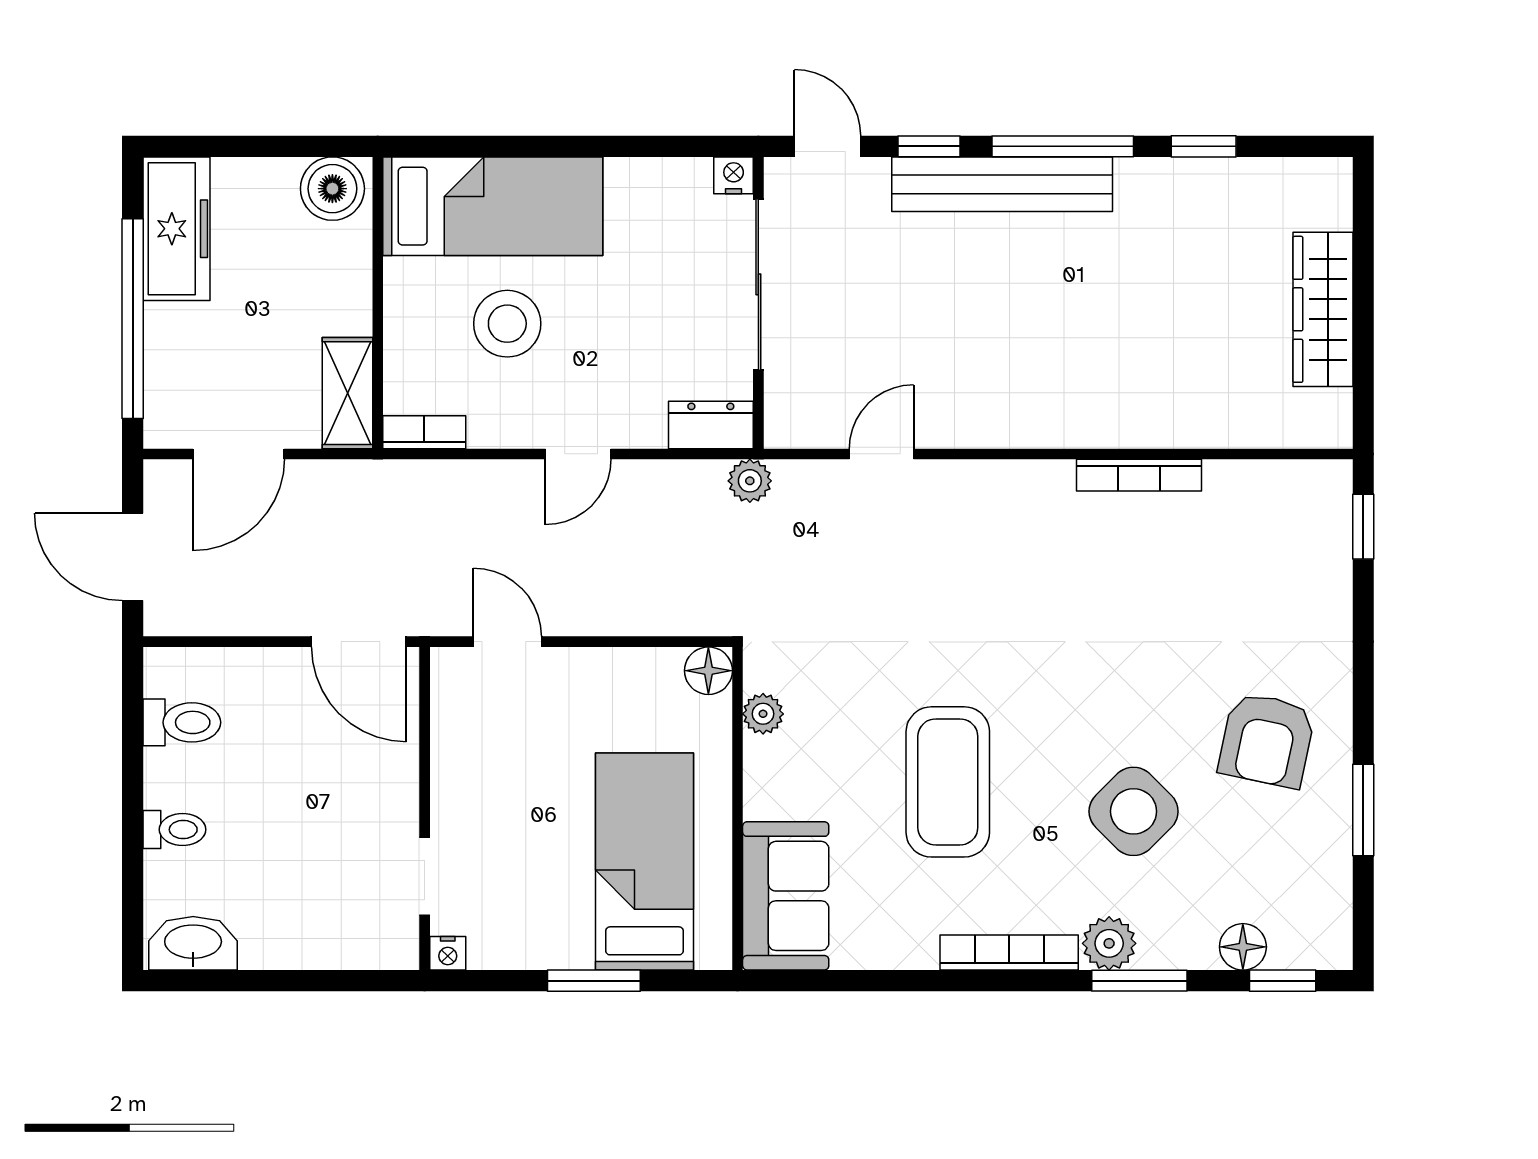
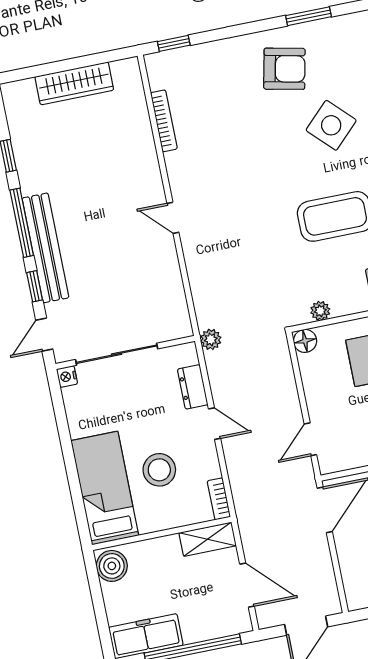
dresser: (711, 425) -> (193, 387), moved
door: (881, 454) -> (173, 218), moved
bookcase: (1139, 475) -> (164, 121), moved

